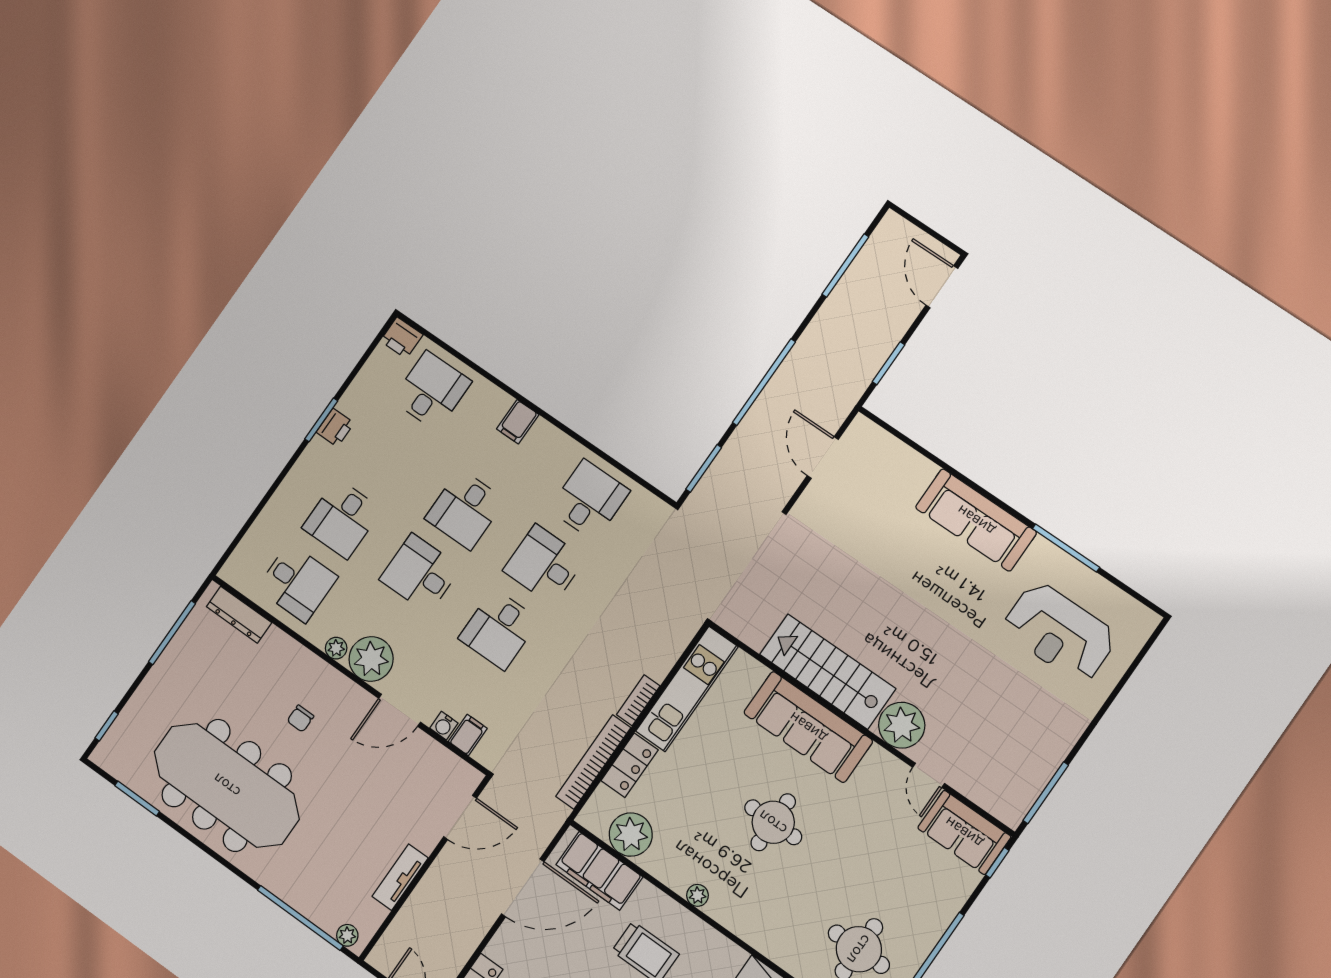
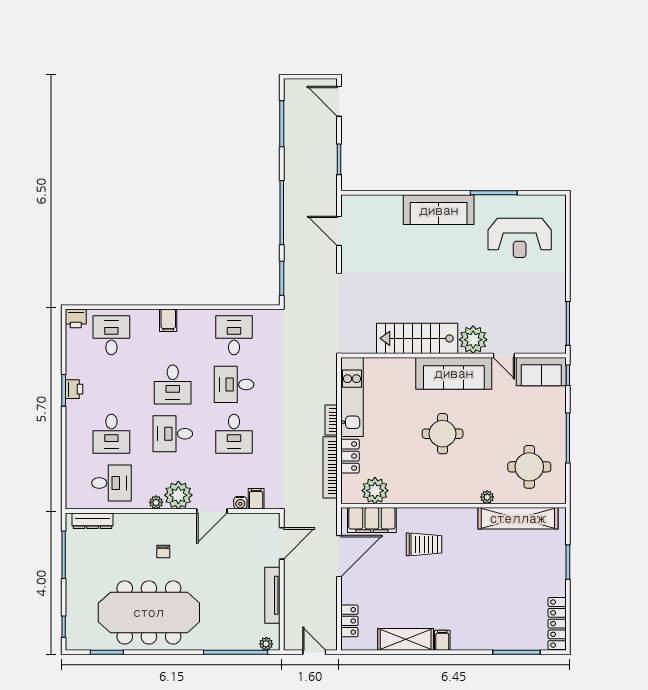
sofa: (808, 727) -> (454, 373), moved
tv unit: (400, 877) -> (272, 595), width x1.41
plant: (697, 895) -> (487, 497), moved

